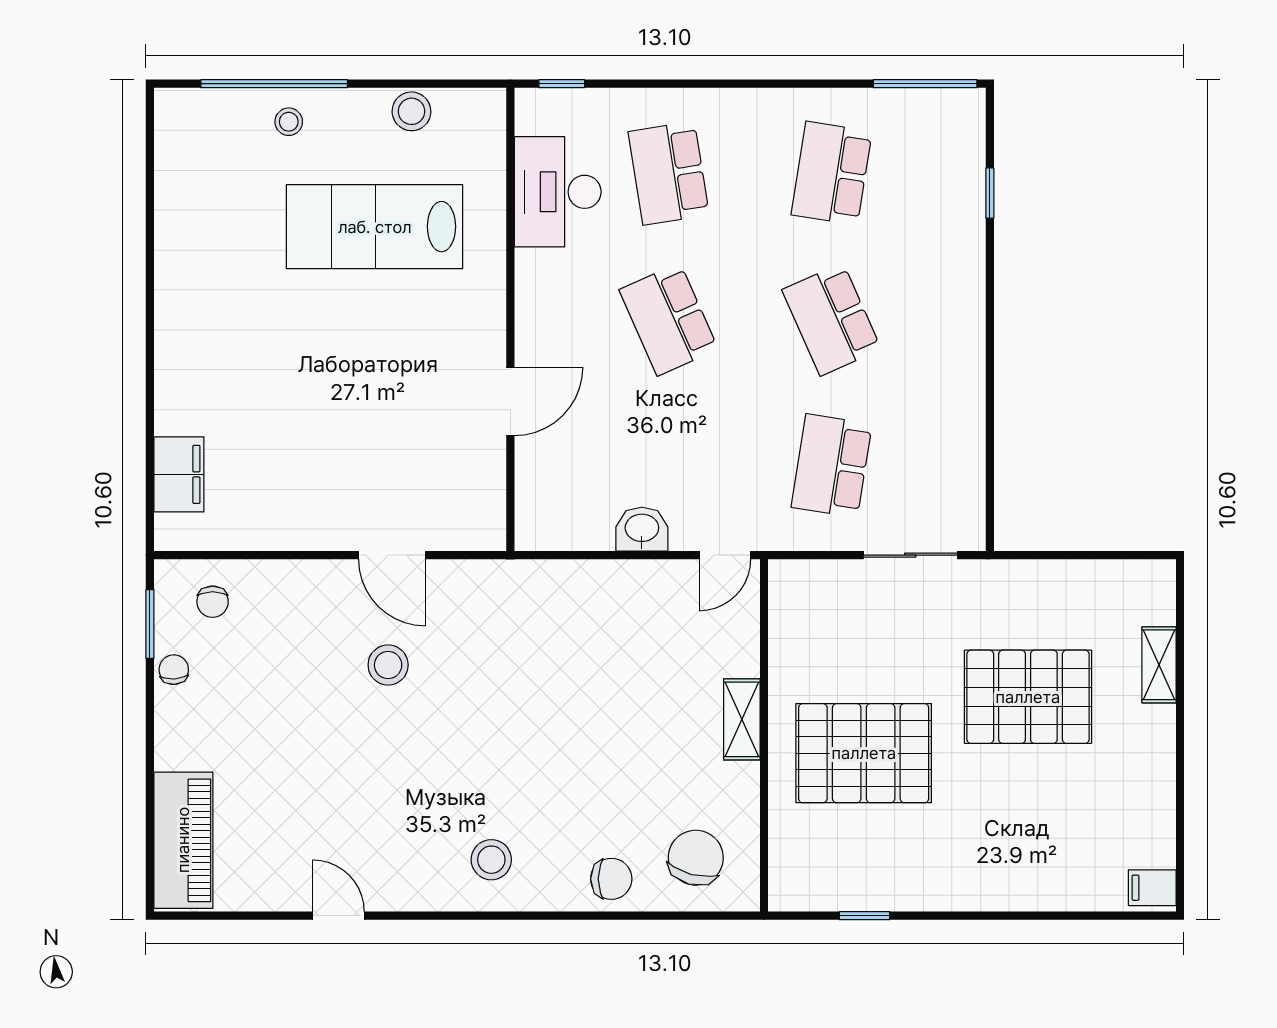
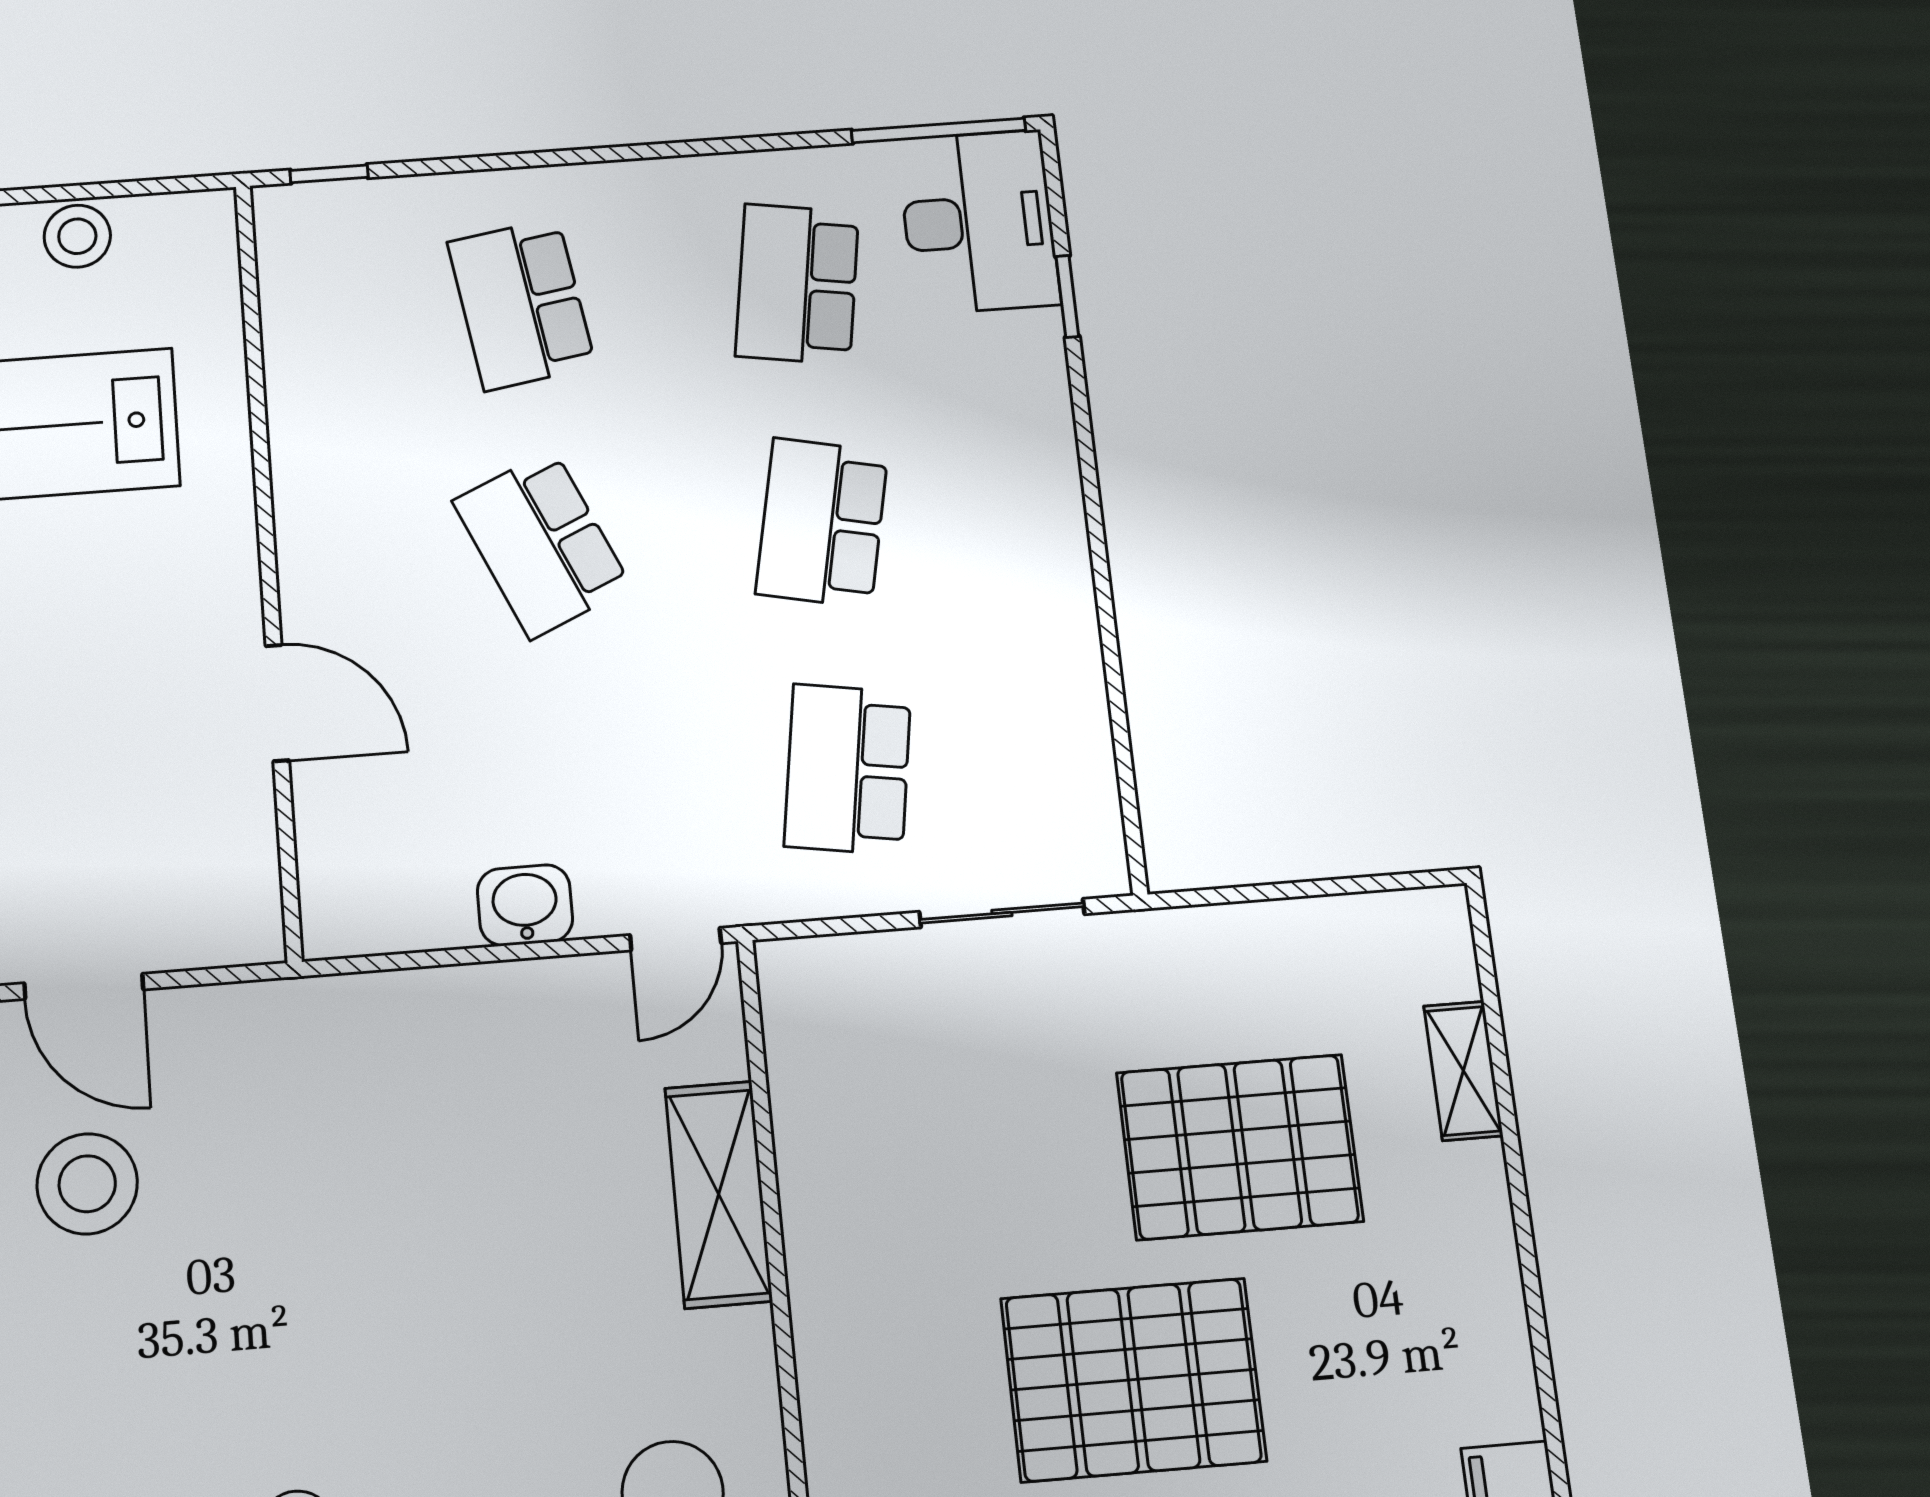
desk: (558, 192) -> (978, 222), moved, turned 180
school desk: (832, 319) -> (822, 523), turned 36
door: (510, 401) -> (277, 703), hinge flipped
stool: (388, 665) -> (87, 1184), width x1.38, depth x1.38
shelving: (742, 719) -> (719, 1194), width x1.50, depth x1.33
pallet: (864, 753) -> (1133, 1380), moved

